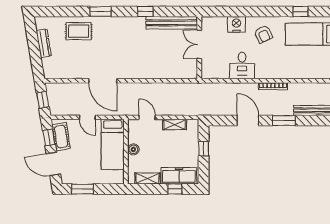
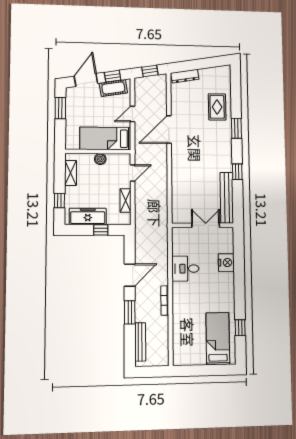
armchair: (263, 34) -> (217, 290), removed
dresser: (44, 43) -> (185, 76), moved
freezer: (179, 176) -> (88, 216), moved, turned -90

